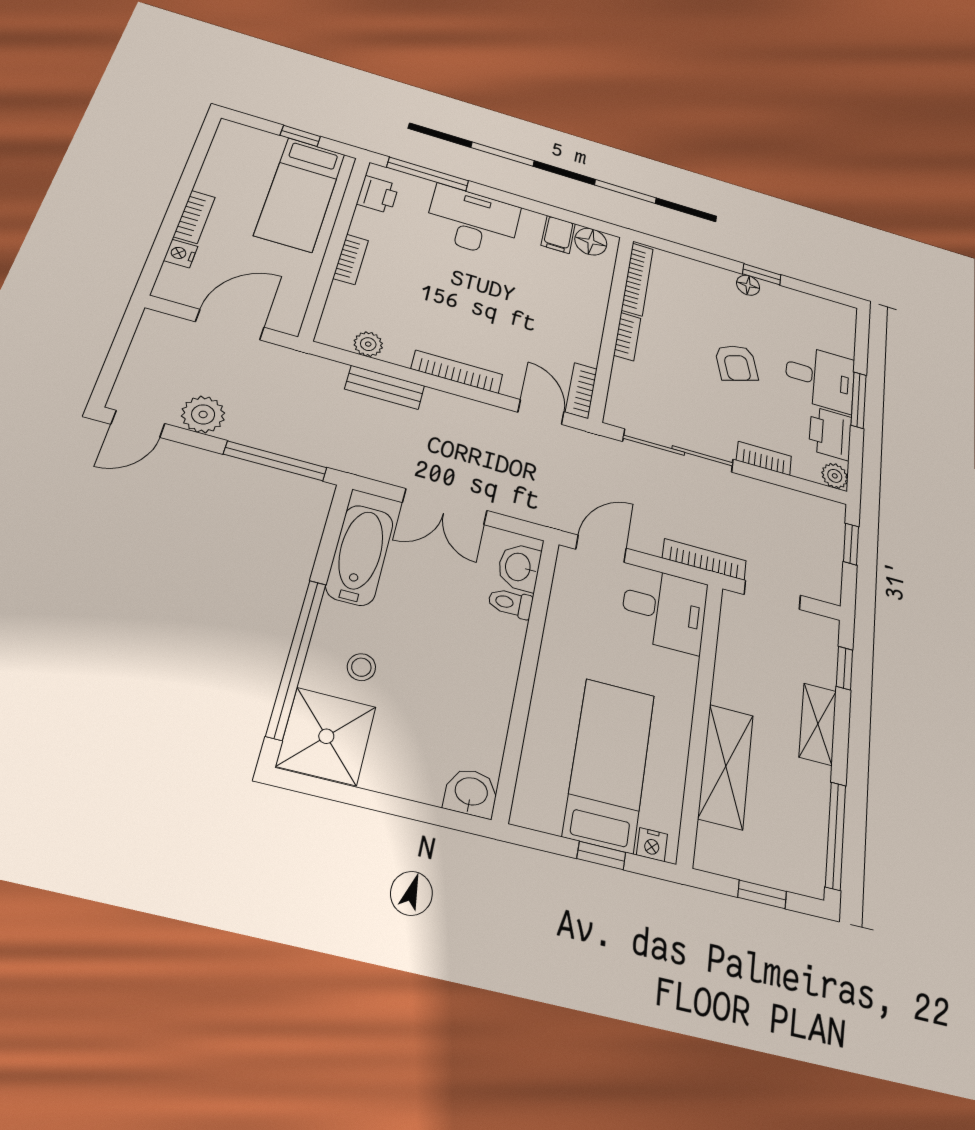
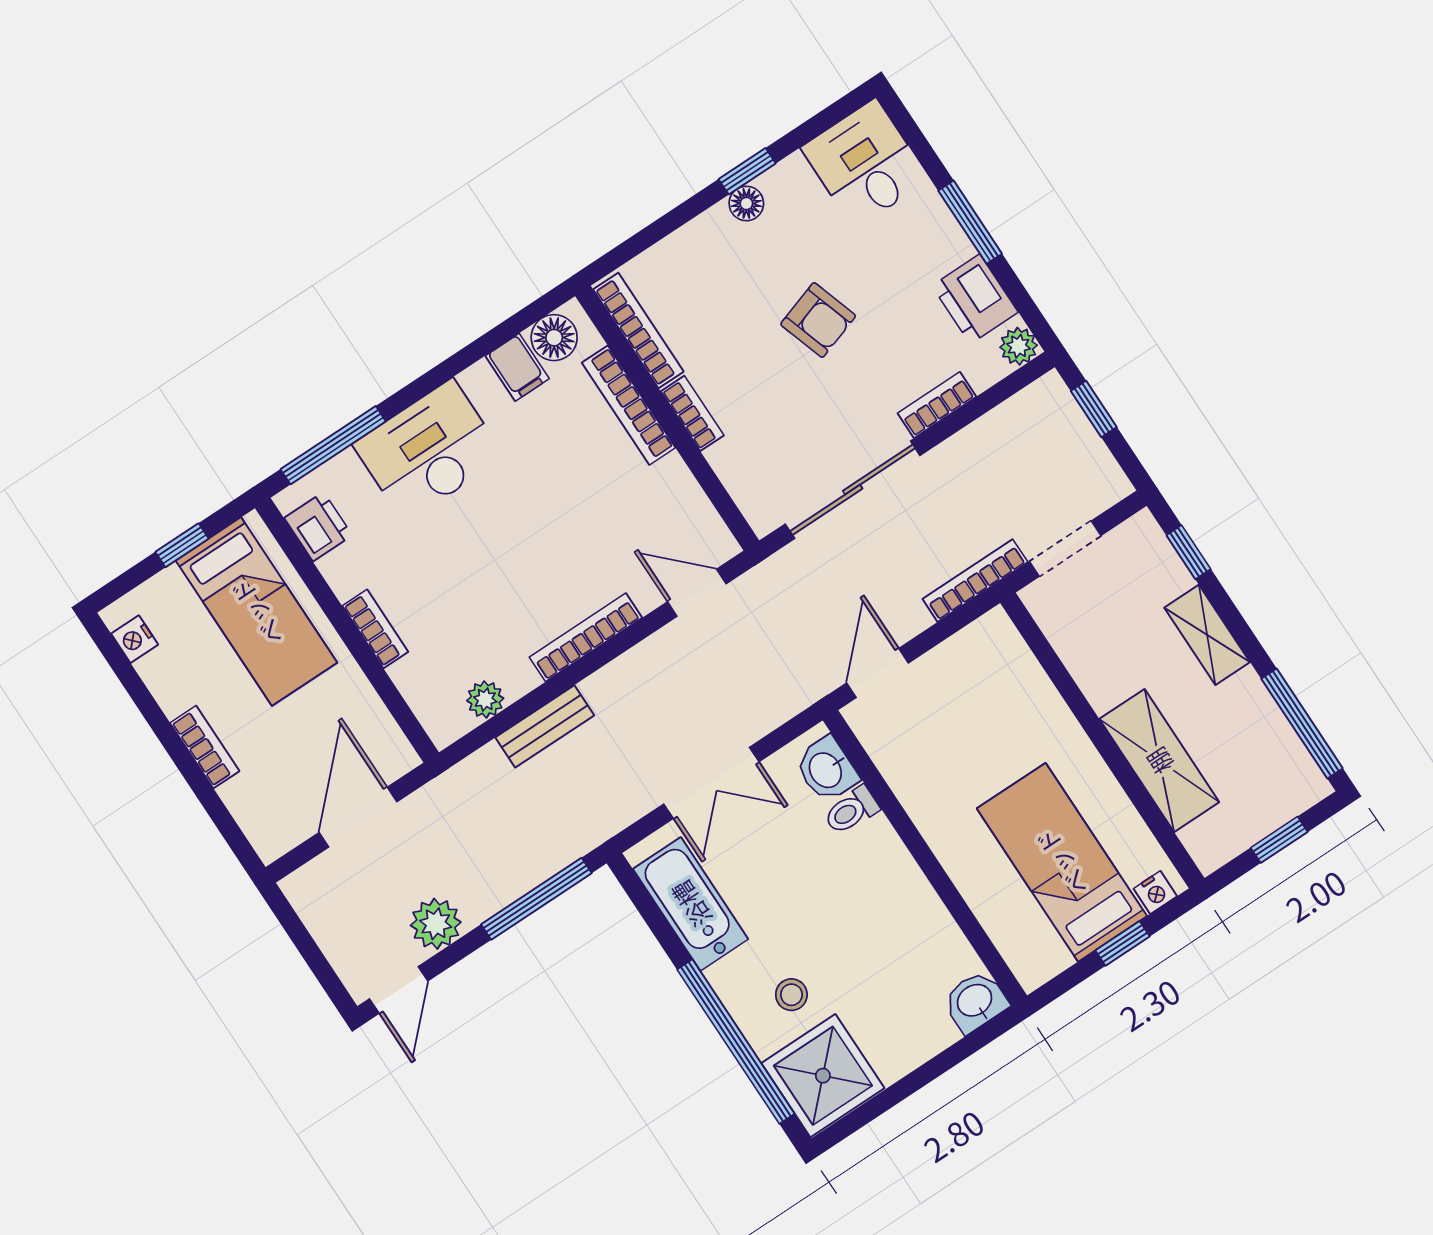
nightstand: (181, 253) -> (135, 639), moved
desk: (820, 378) -> (865, 164), moved, turned -90
bookcase: (581, 390) -> (629, 405), moved, width x1.56
desk: (664, 609) -> (984, 671), removed

